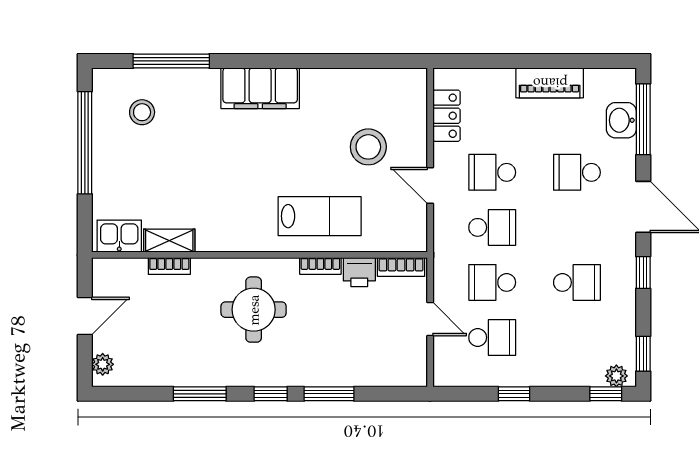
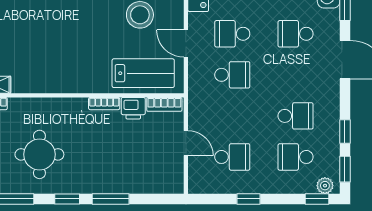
lab bench: (320, 216) -> (143, 73), moved
window: (643, 273) -> (345, 131), moved
school desk: (492, 282) -> (296, 157), moved
round table: (254, 310) -> (39, 154), moved

